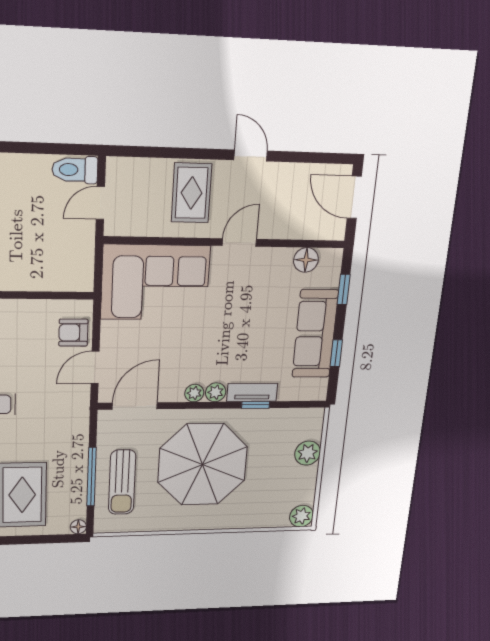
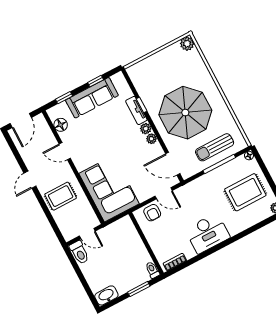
door: (239, 242) -> (65, 151), moved
plant: (308, 453) -> (152, 62), removed
sun lounger: (122, 482) -> (215, 147), turned 180

